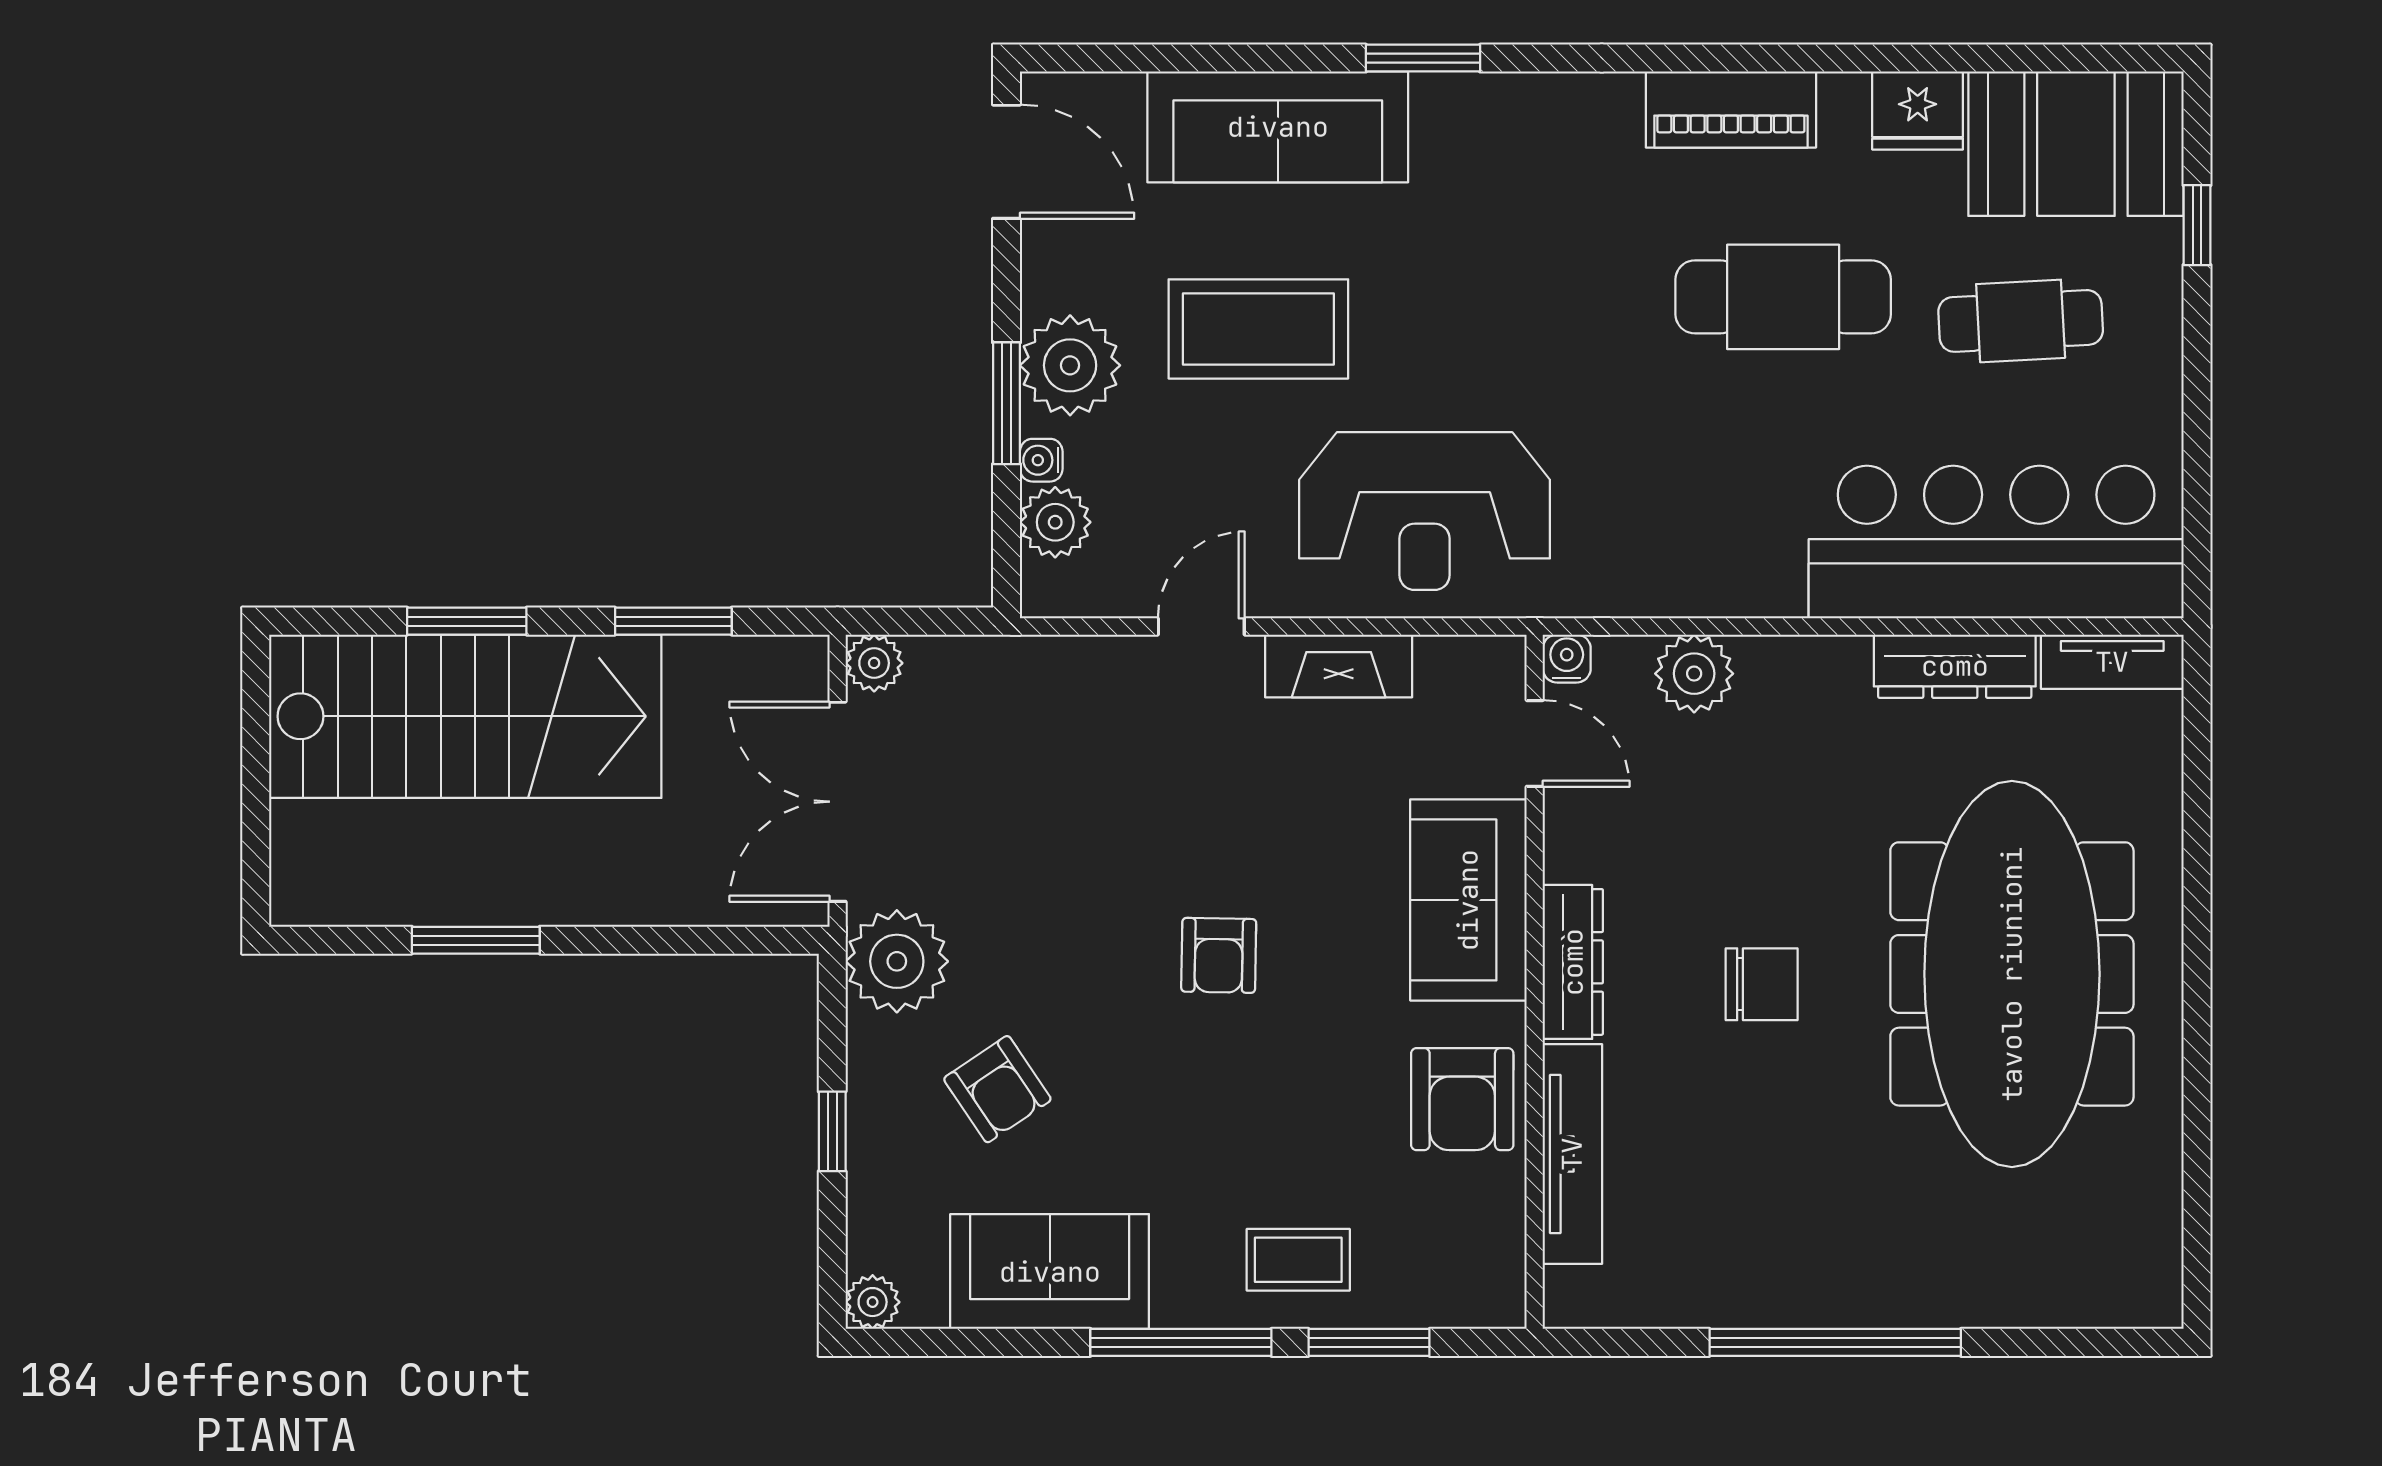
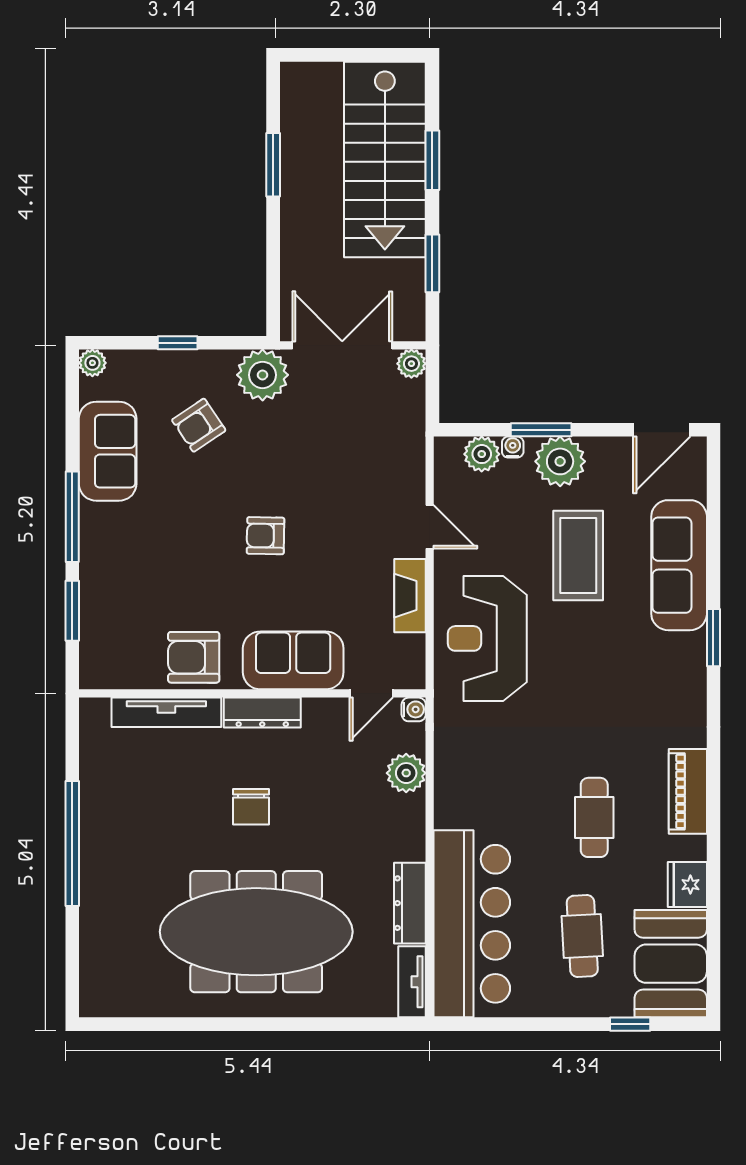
cafe table: (1783, 297) -> (594, 817), width x0.73, depth x0.74
coffee table: (1298, 1260) -> (114, 575), removed

